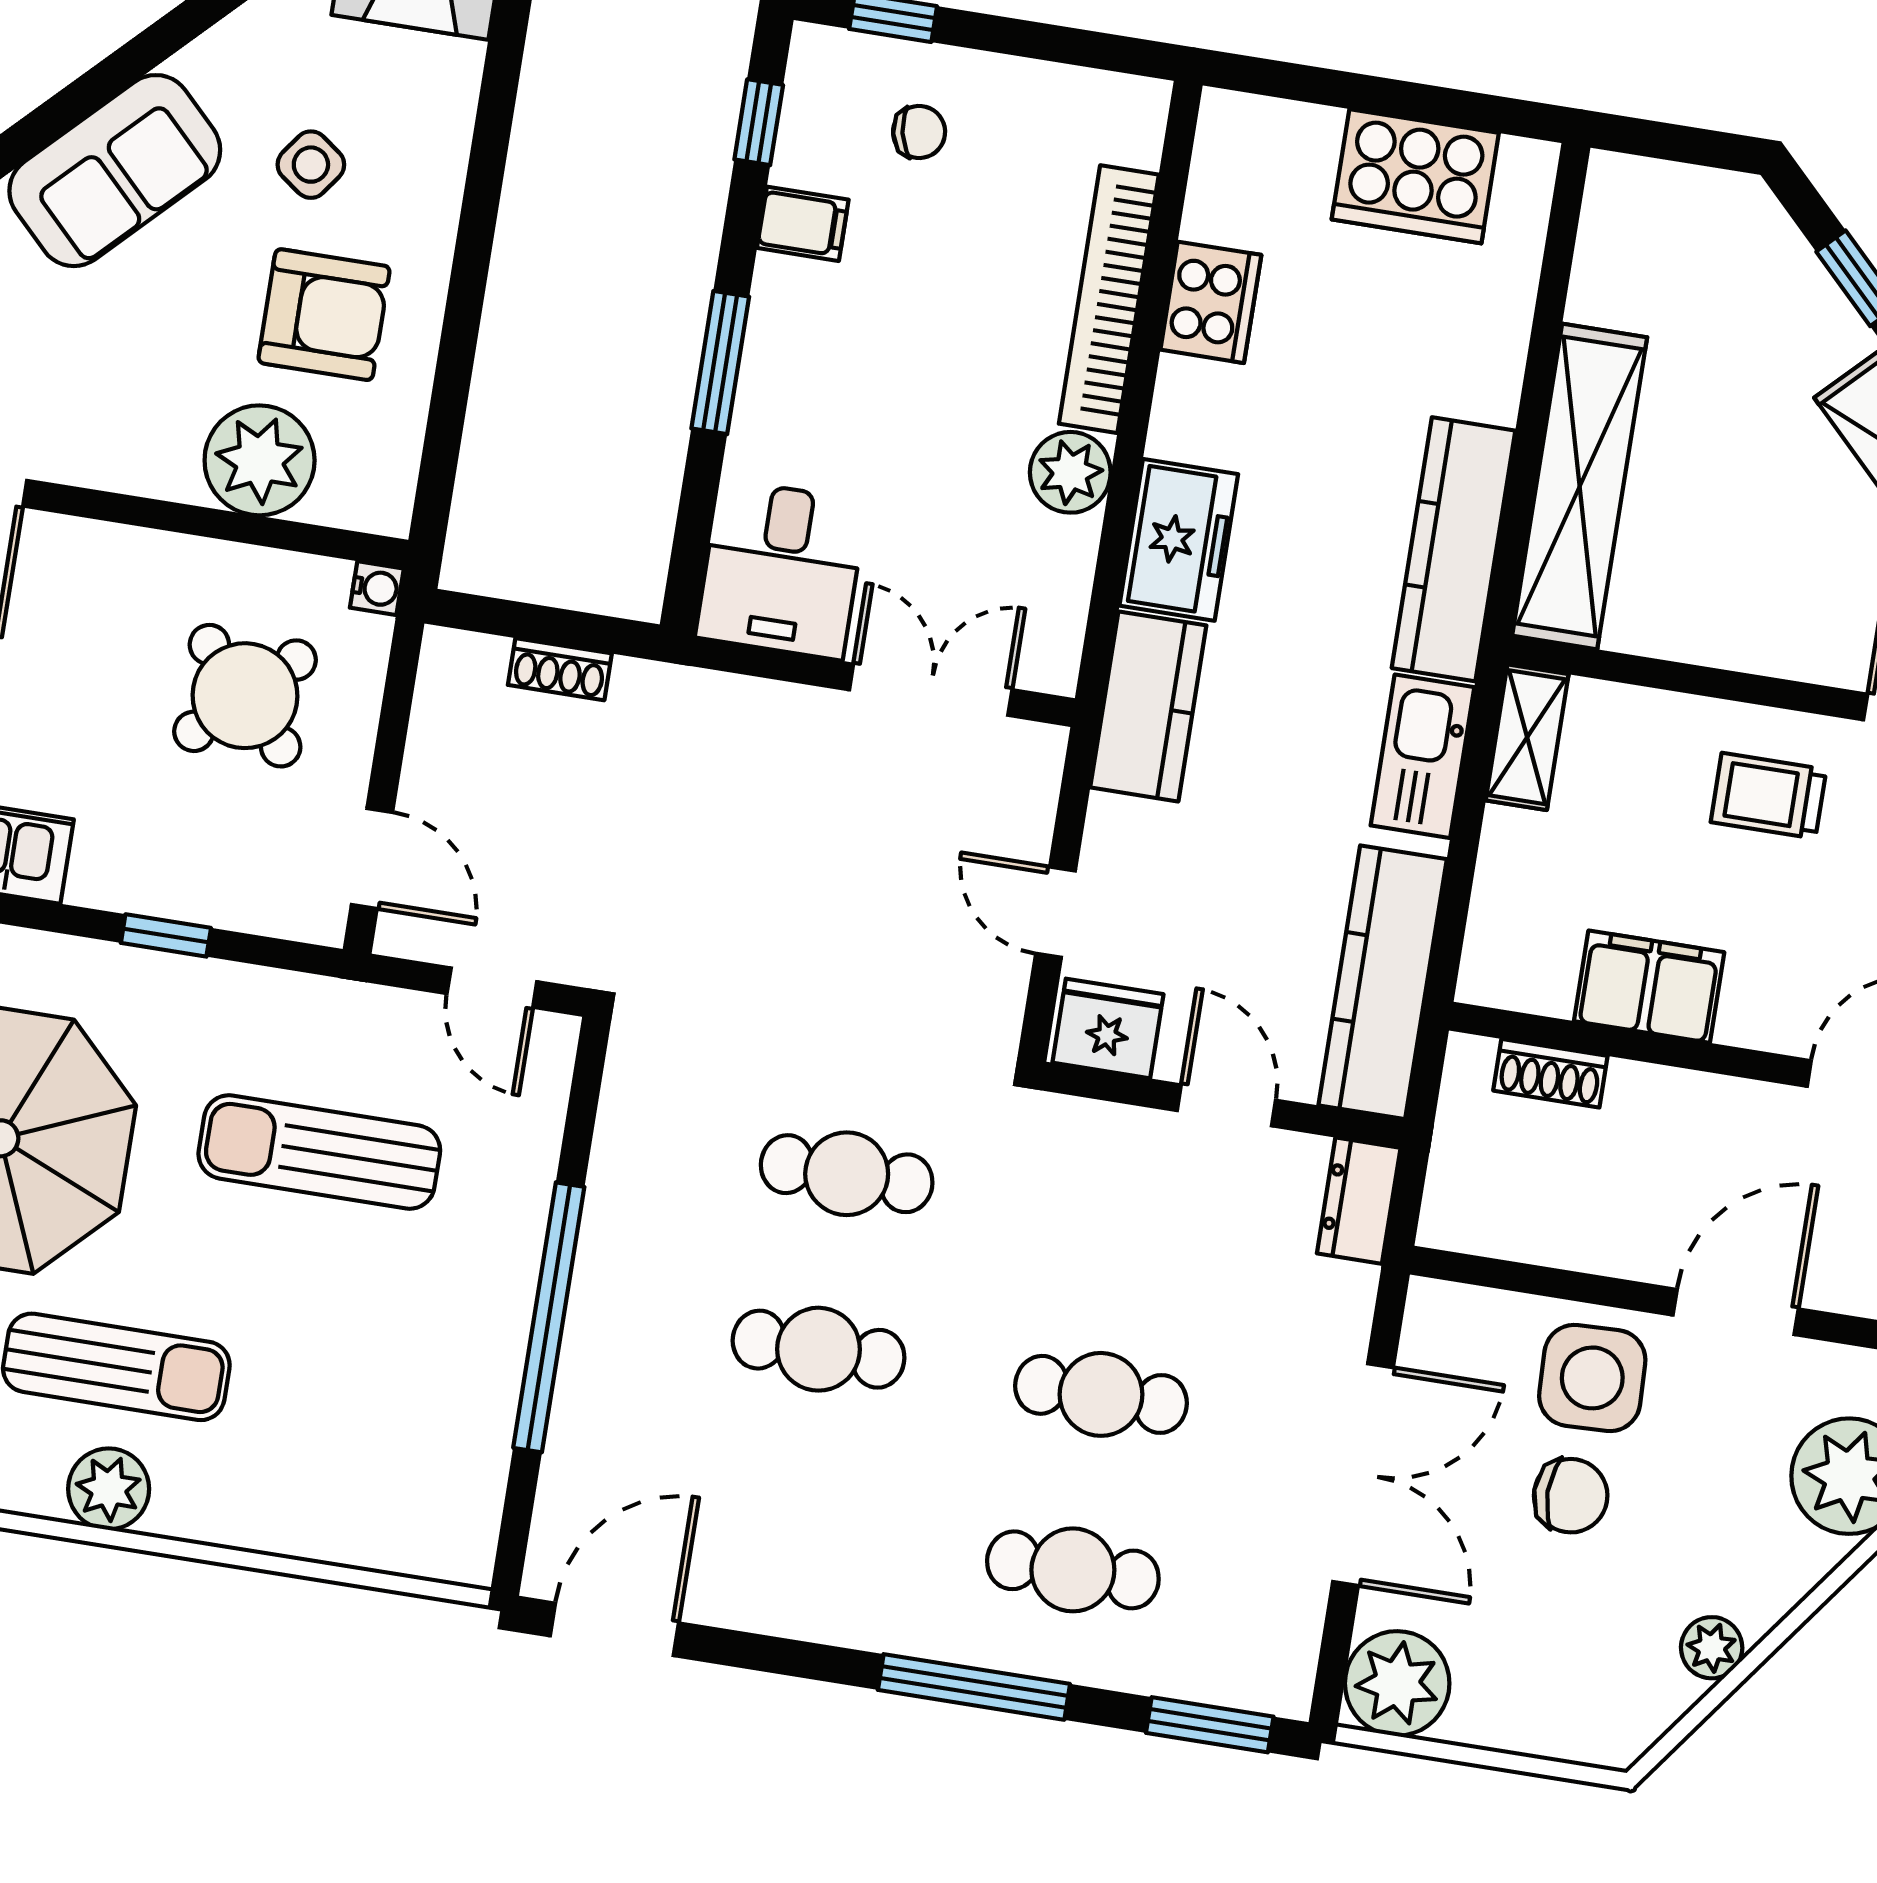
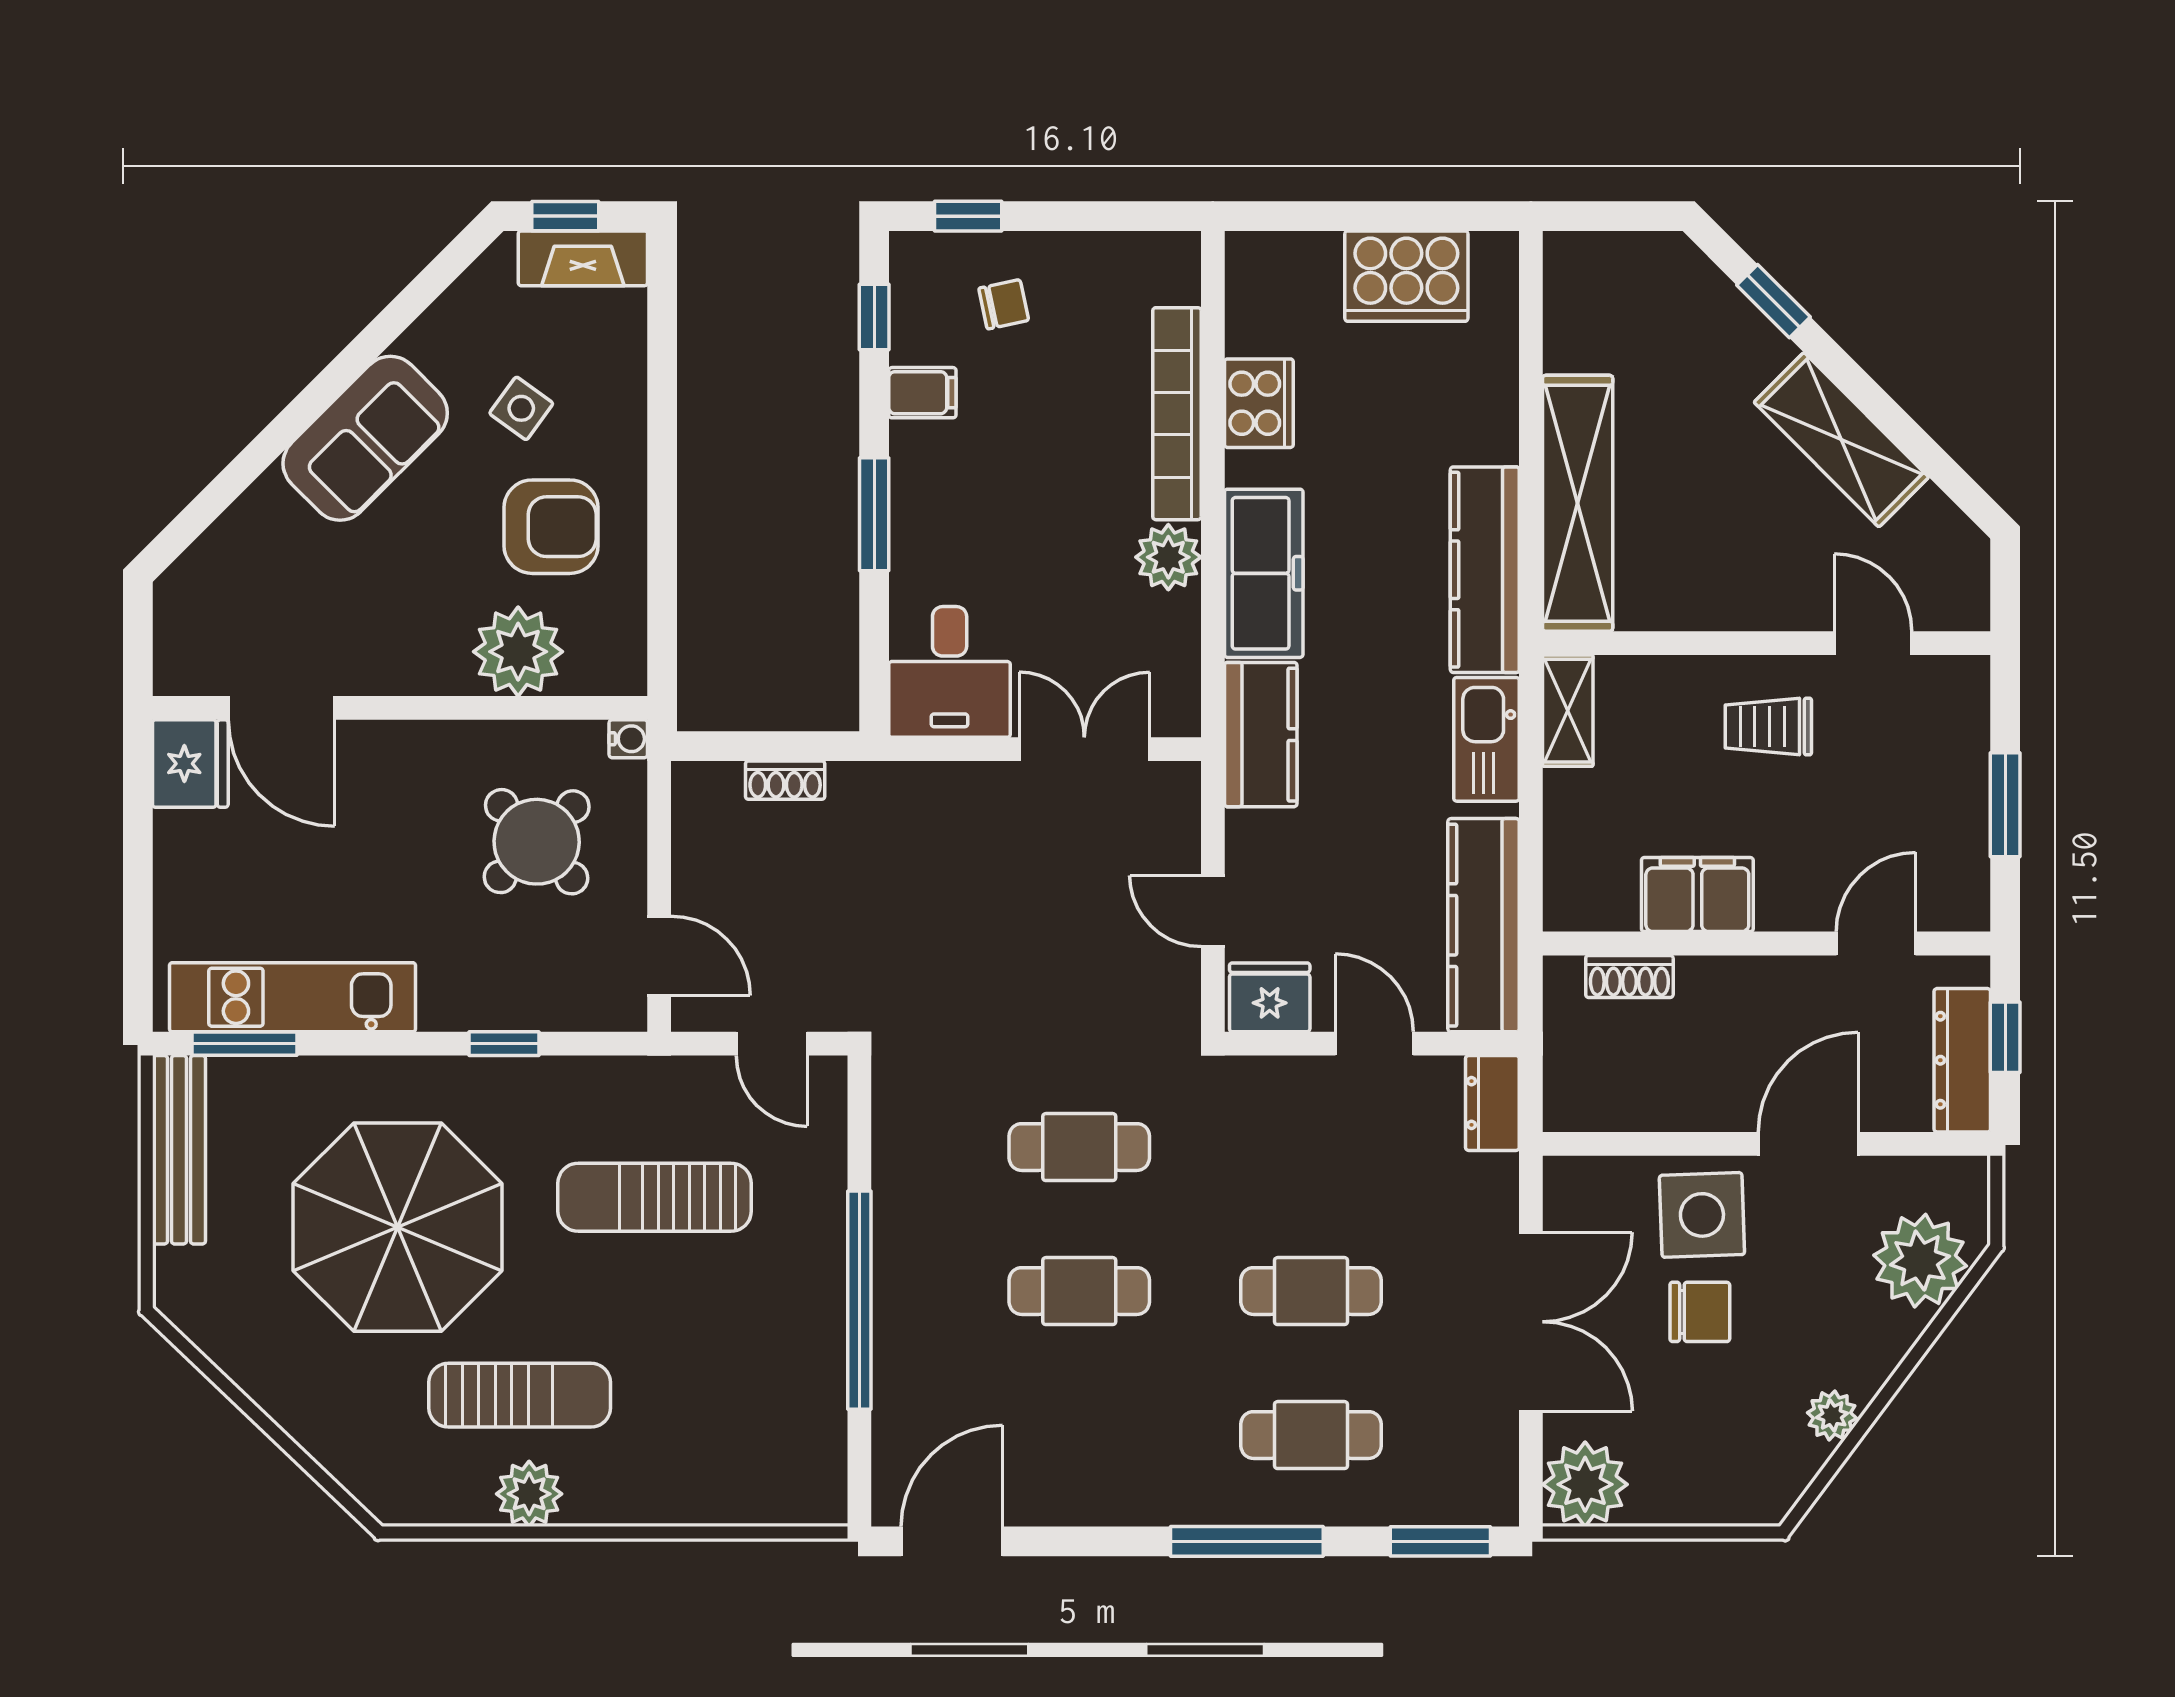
freezer: (1179, 540) -> (1264, 573), width x1.40

